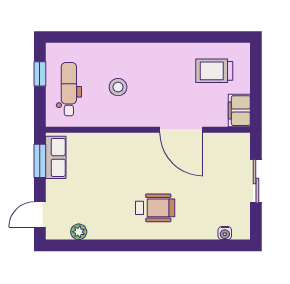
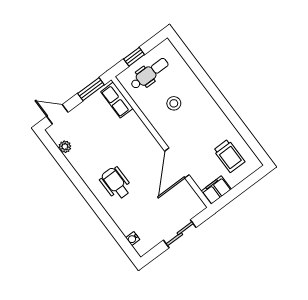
trolley: (214, 71) -> (229, 156), turned 180
window: (40, 74) -> (134, 57), moved
row of seats: (56, 157) -> (117, 100), moved, turned 90
wheelchair: (155, 208) -> (116, 183), turned 180

